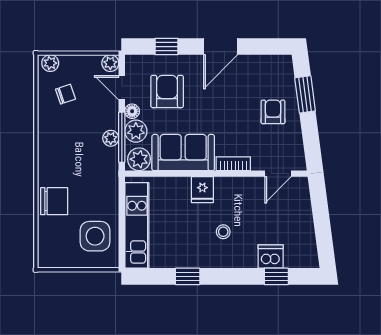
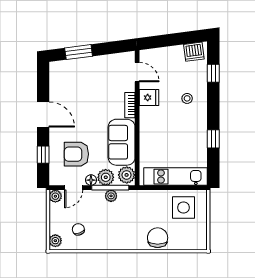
armchair: (273, 112) -> (91, 76), removed
fridge: (202, 190) -> (149, 98), moved
stool: (223, 232) -> (187, 98), moved
dishwasher: (271, 257) -> (194, 52), moved, turned -97

